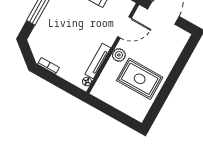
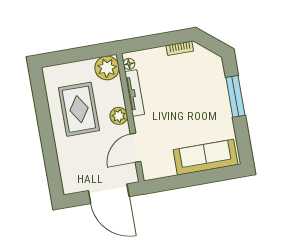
rug: (140, 79) -> (79, 109), turned 90
plant: (102, 90) -> (107, 68), added

